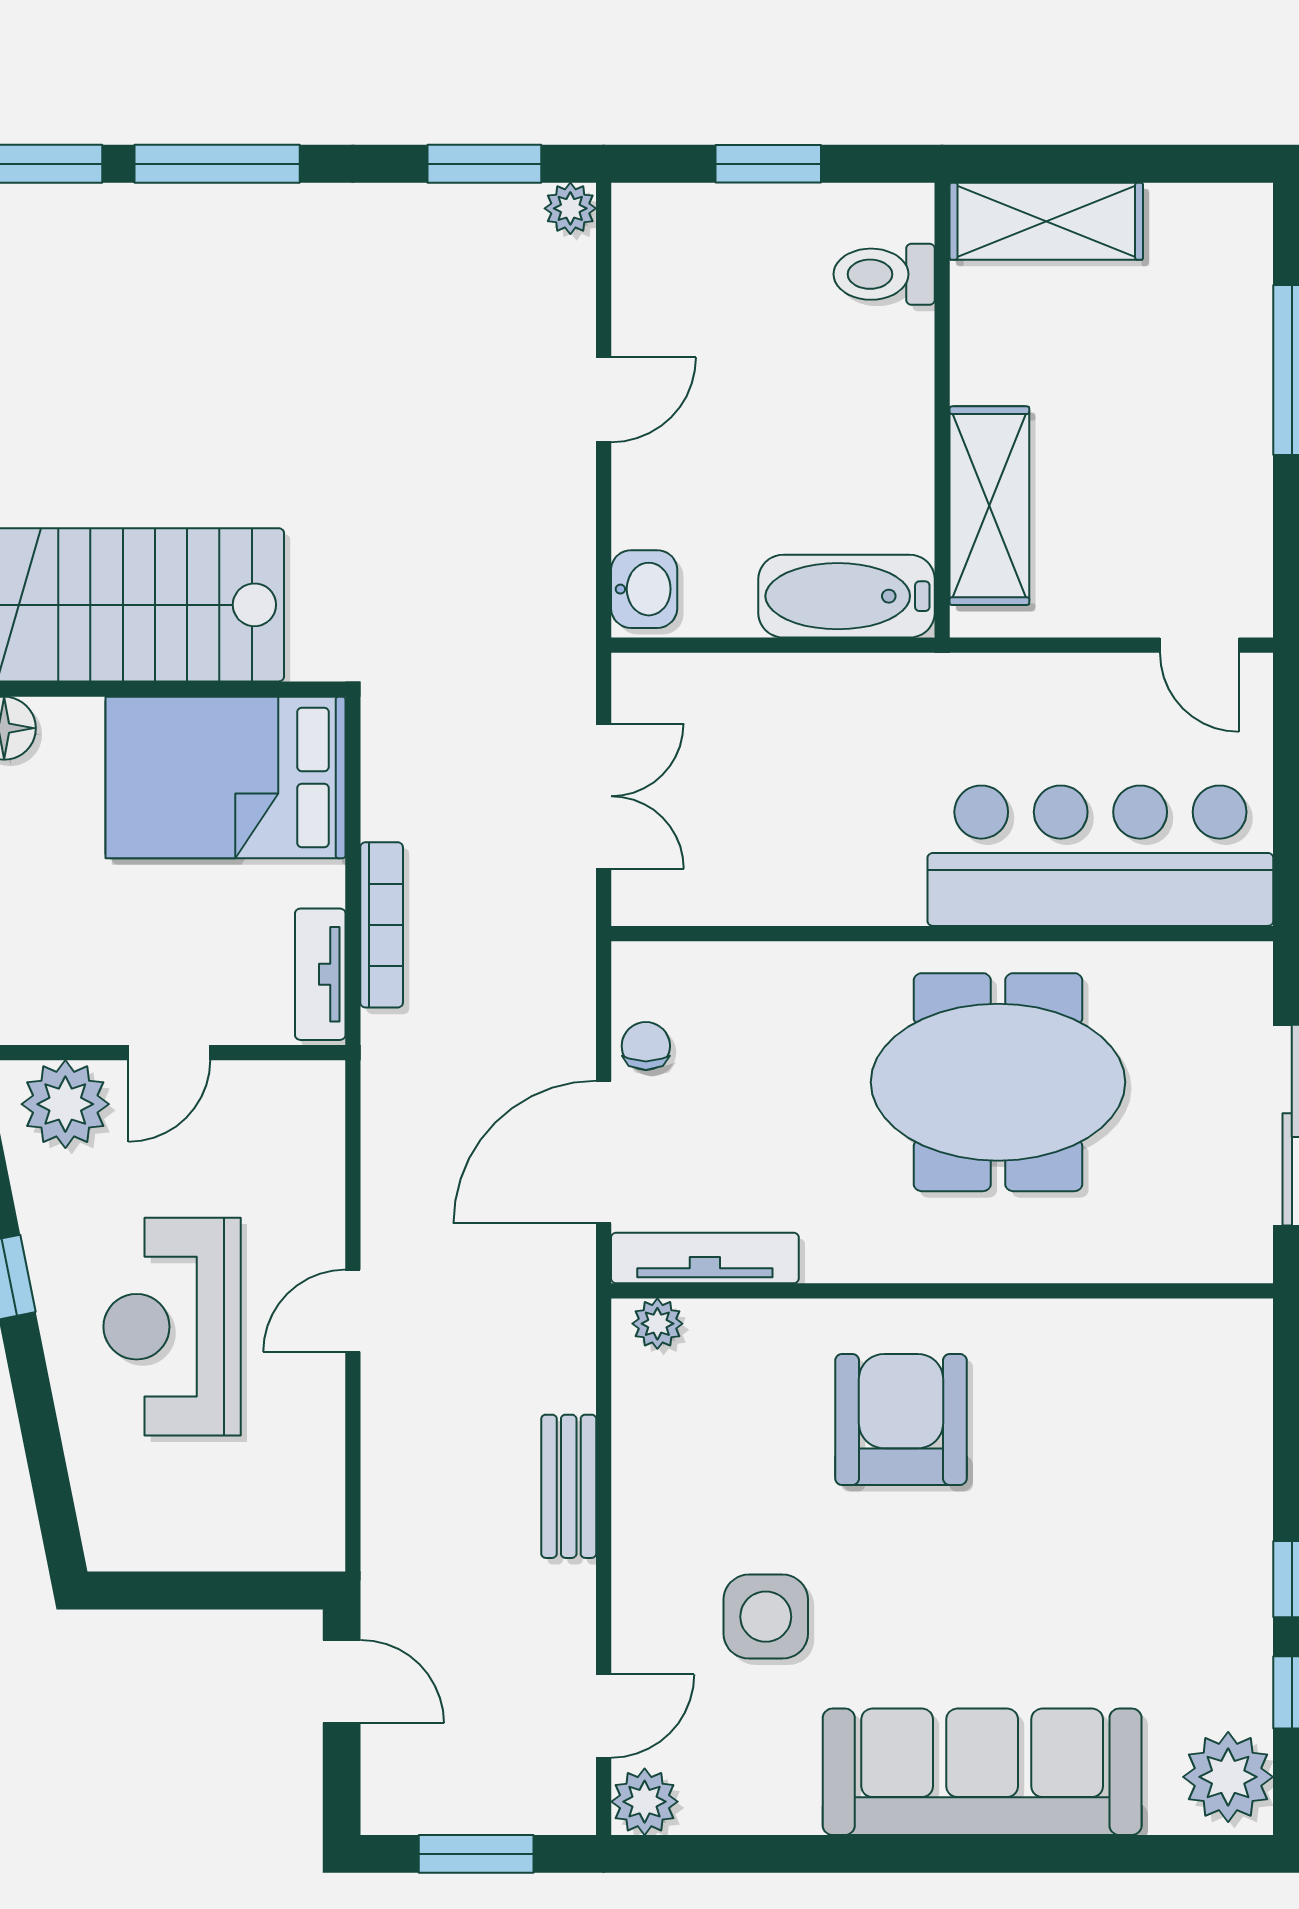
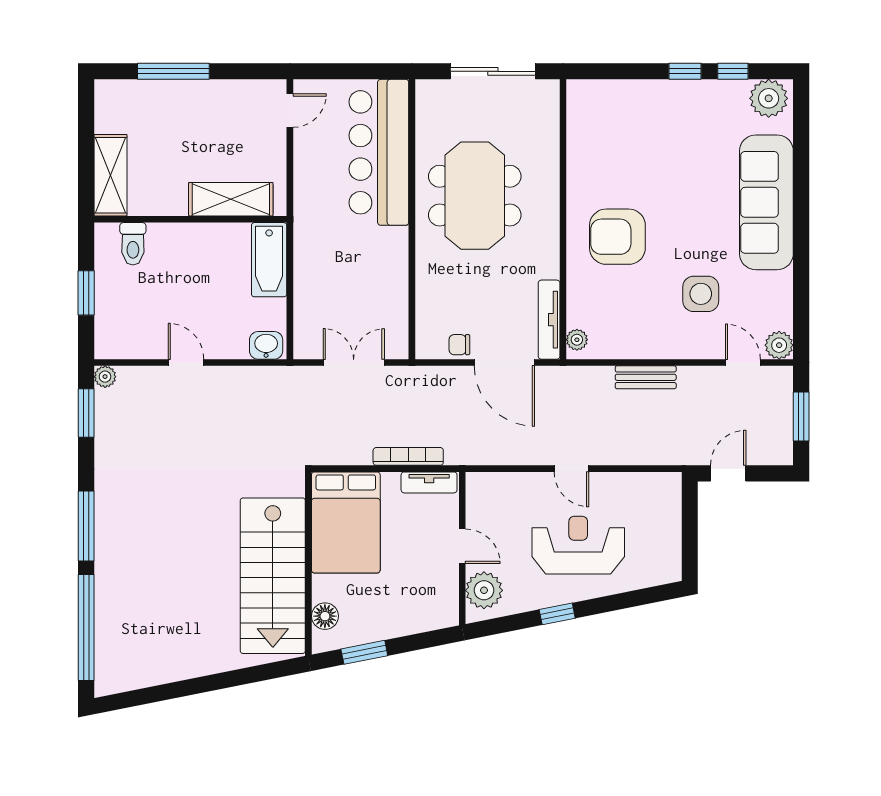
reception desk: (172, 1327) -> (578, 545), turned 180

